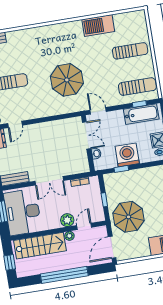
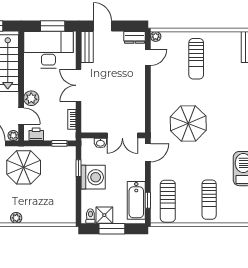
door: (15, 124) -> (148, 57), swing flipped
window: (104, 200) -> (59, 143), moved
printer: (98, 211) -> (36, 134), added
plant: (69, 236) -> (13, 136), moved

